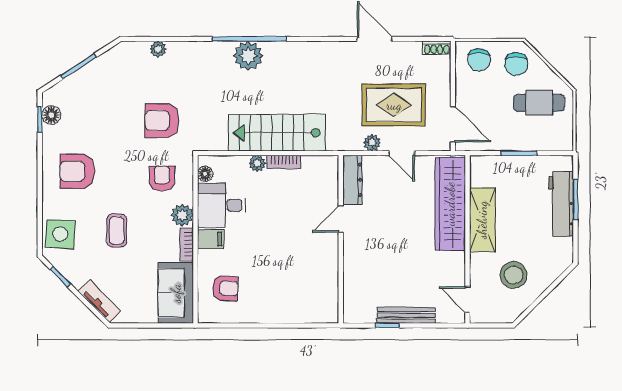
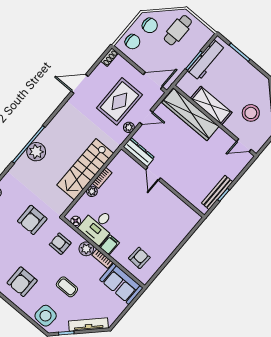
workbench: (561, 204) -> (206, 60), moved, turned -90
tv unit: (100, 301) -> (88, 325), width x1.41
bench: (406, 315) -> (217, 192), moved

